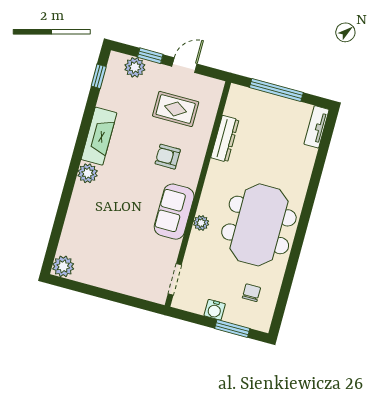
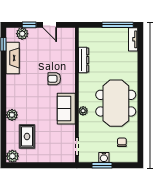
door: (184, 65) -> (50, 25), swing flipped
window: (276, 90) -> (118, 25), moved
rug: (176, 109) -> (27, 136), moved, turned 90
fireplace: (99, 136) -> (13, 58), moved
plant: (88, 173) -> (12, 115), moved
window: (232, 329) -> (102, 165), moved

